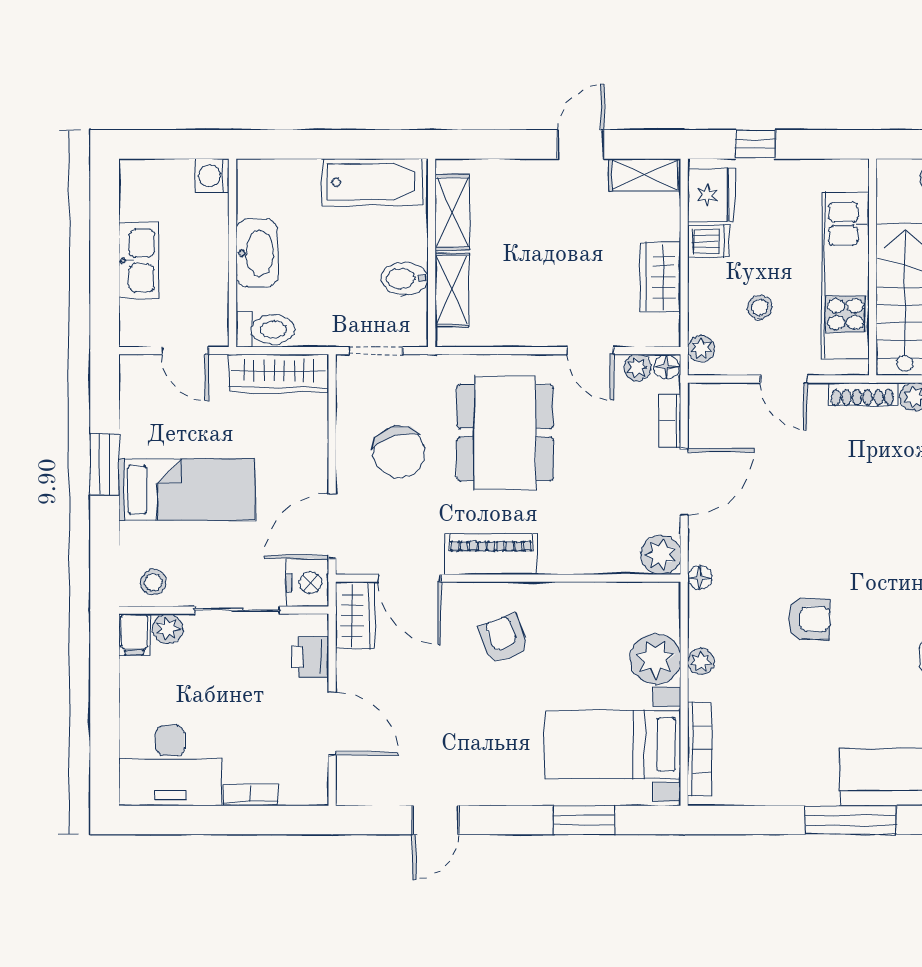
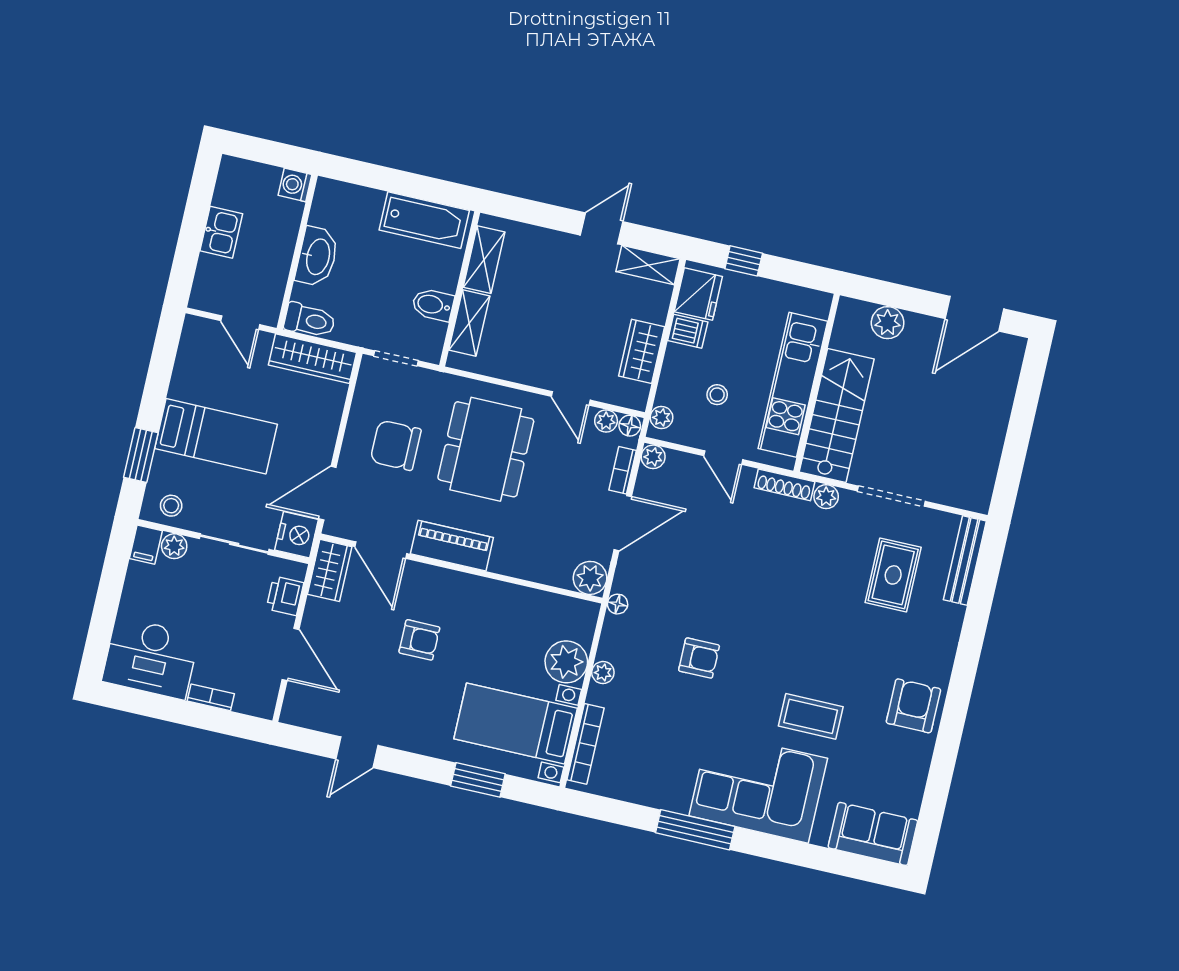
kitchen sink: (139, 261) -> (221, 232), width x0.73
plant: (702, 397) -> (653, 457), added
chair: (399, 452) -> (396, 445), turned 107
window: (105, 464) -> (141, 455), moved
armchair: (503, 639) -> (419, 640), moved, turned 110

